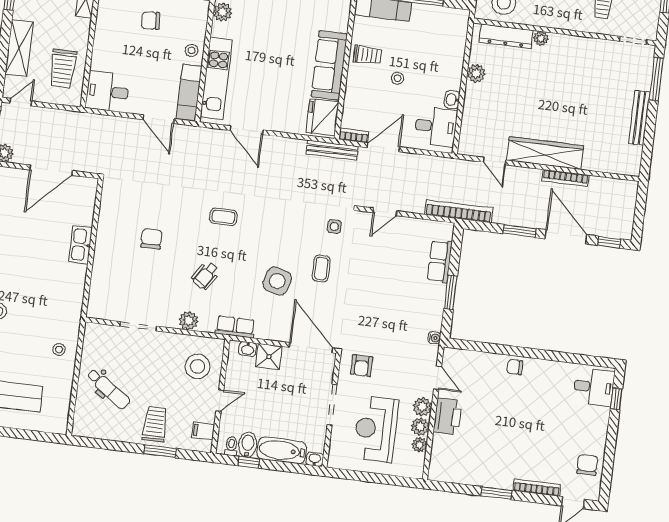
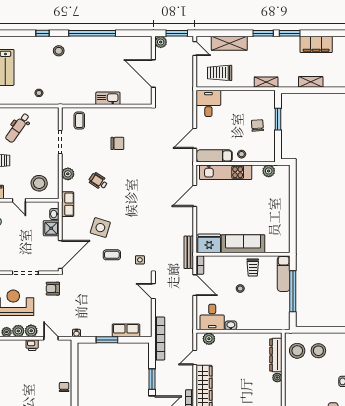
plant: (476, 73) -> (209, 339), moved
coffee table: (223, 217) -> (79, 121), moved
door: (438, 378) -> (51, 338), swing flipped
printer: (447, 417) -> (32, 345), width x0.53, depth x0.68

